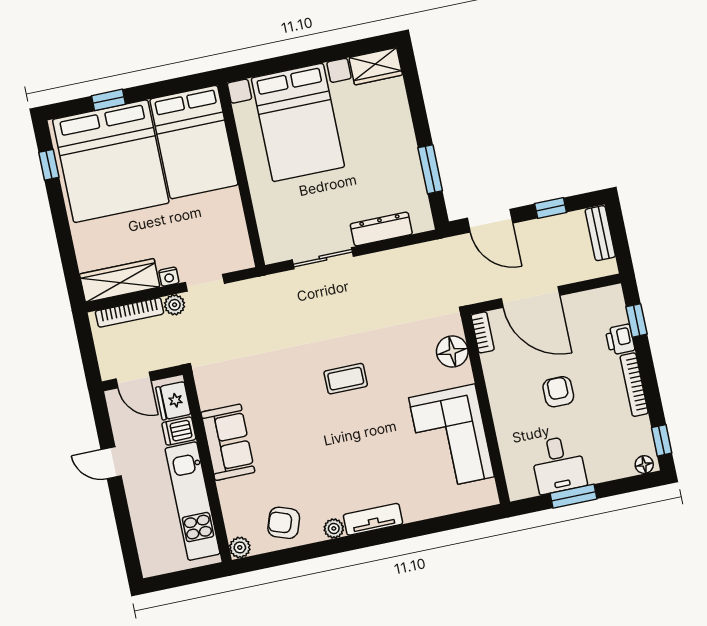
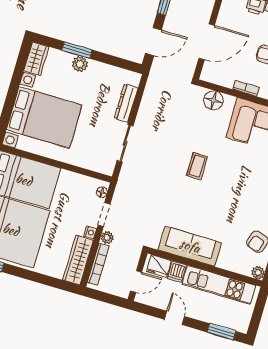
plant: (402, 133) -> (80, 64), added
window: (430, 169) -> (77, 50), moved
floor lamp: (235, 262) -> (102, 192), added
bookcase: (483, 332) -> (246, 88), moved
sofa: (228, 442) -> (190, 246), width x1.36
door: (111, 463) -> (174, 318), swing flipped
window: (127, 541) -> (221, 332), added

